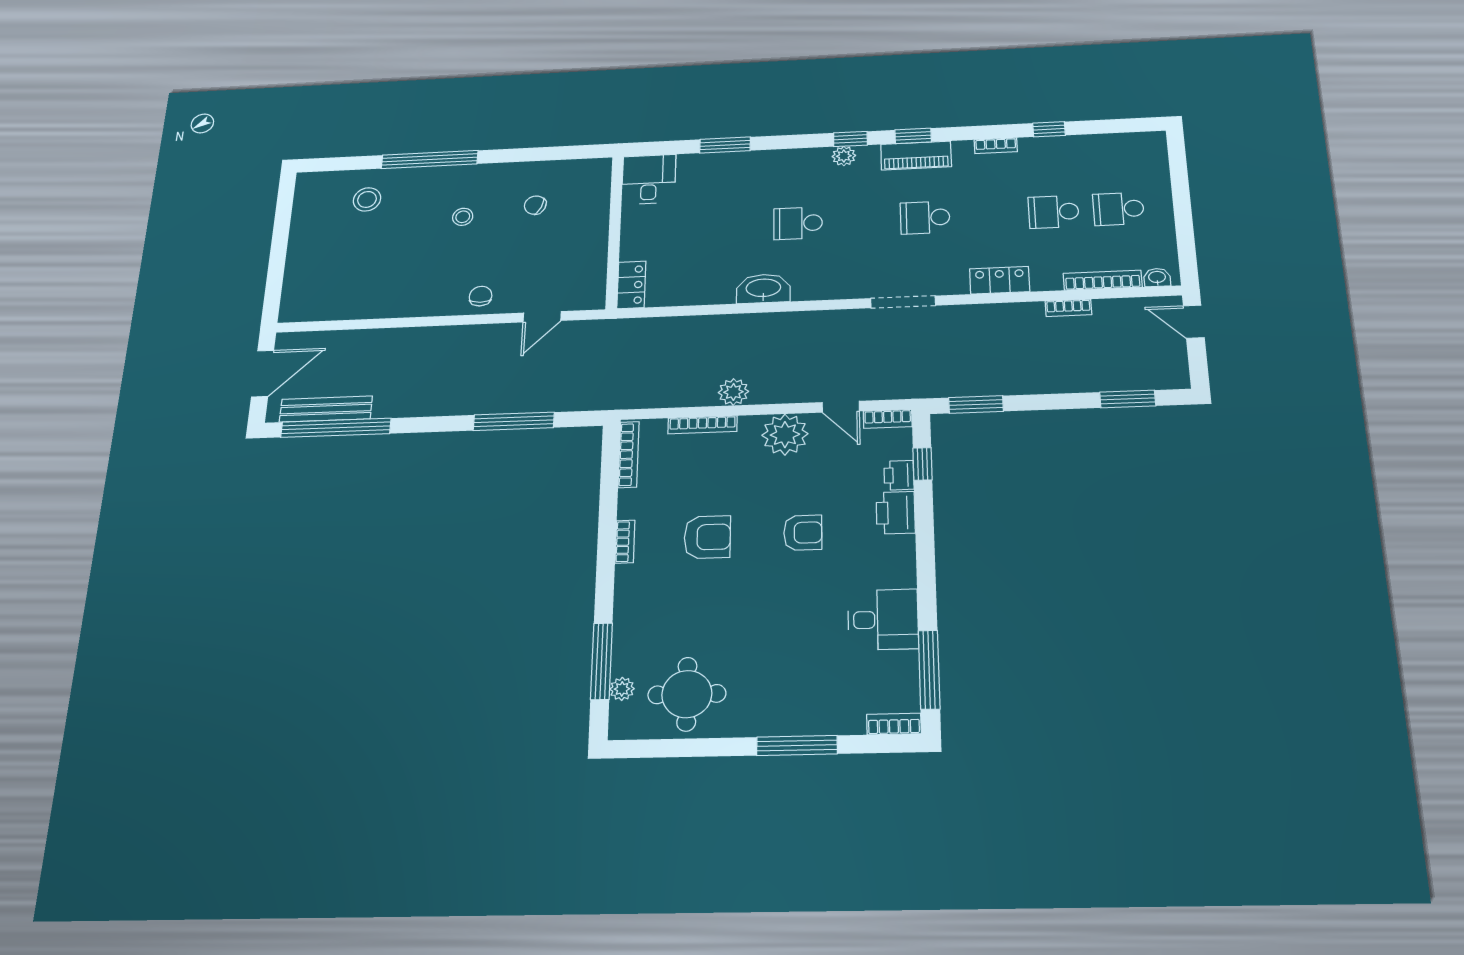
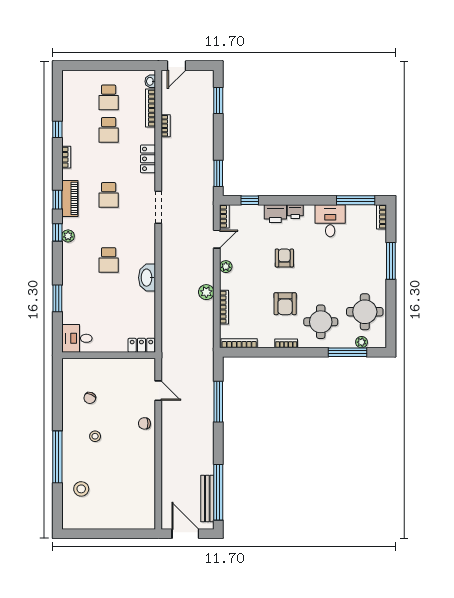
plant: (785, 435) -> (226, 267), width x0.53, depth x0.53
printer: (899, 475) -> (295, 212), moved
armchair: (707, 537) -> (285, 304), turned 180
round table: (668, 607) -> (321, 322), added

